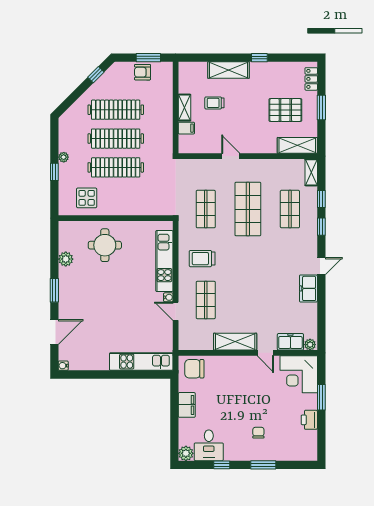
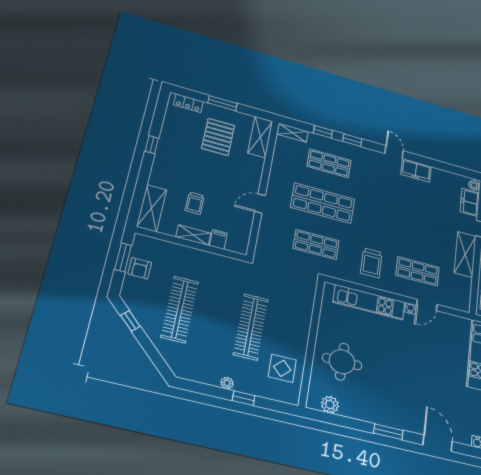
shelving: (229, 70) -> (152, 208), moved
clothes rail: (116, 139) -> (216, 318), removed
plant: (66, 259) -> (330, 404), moved

